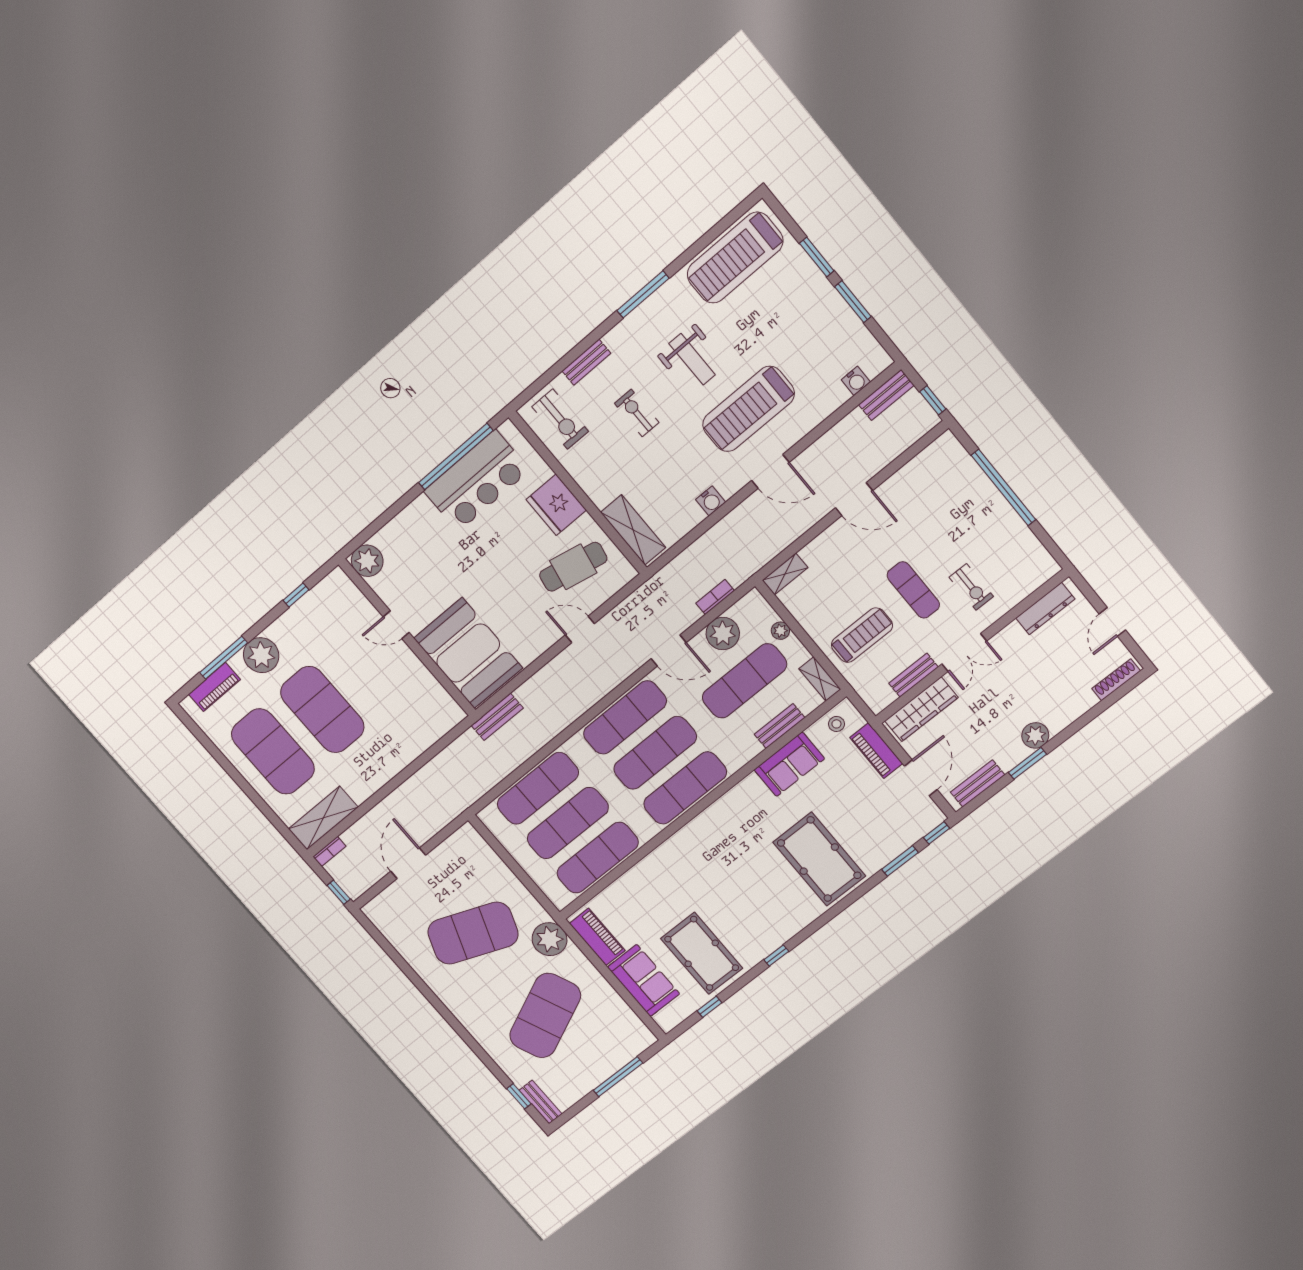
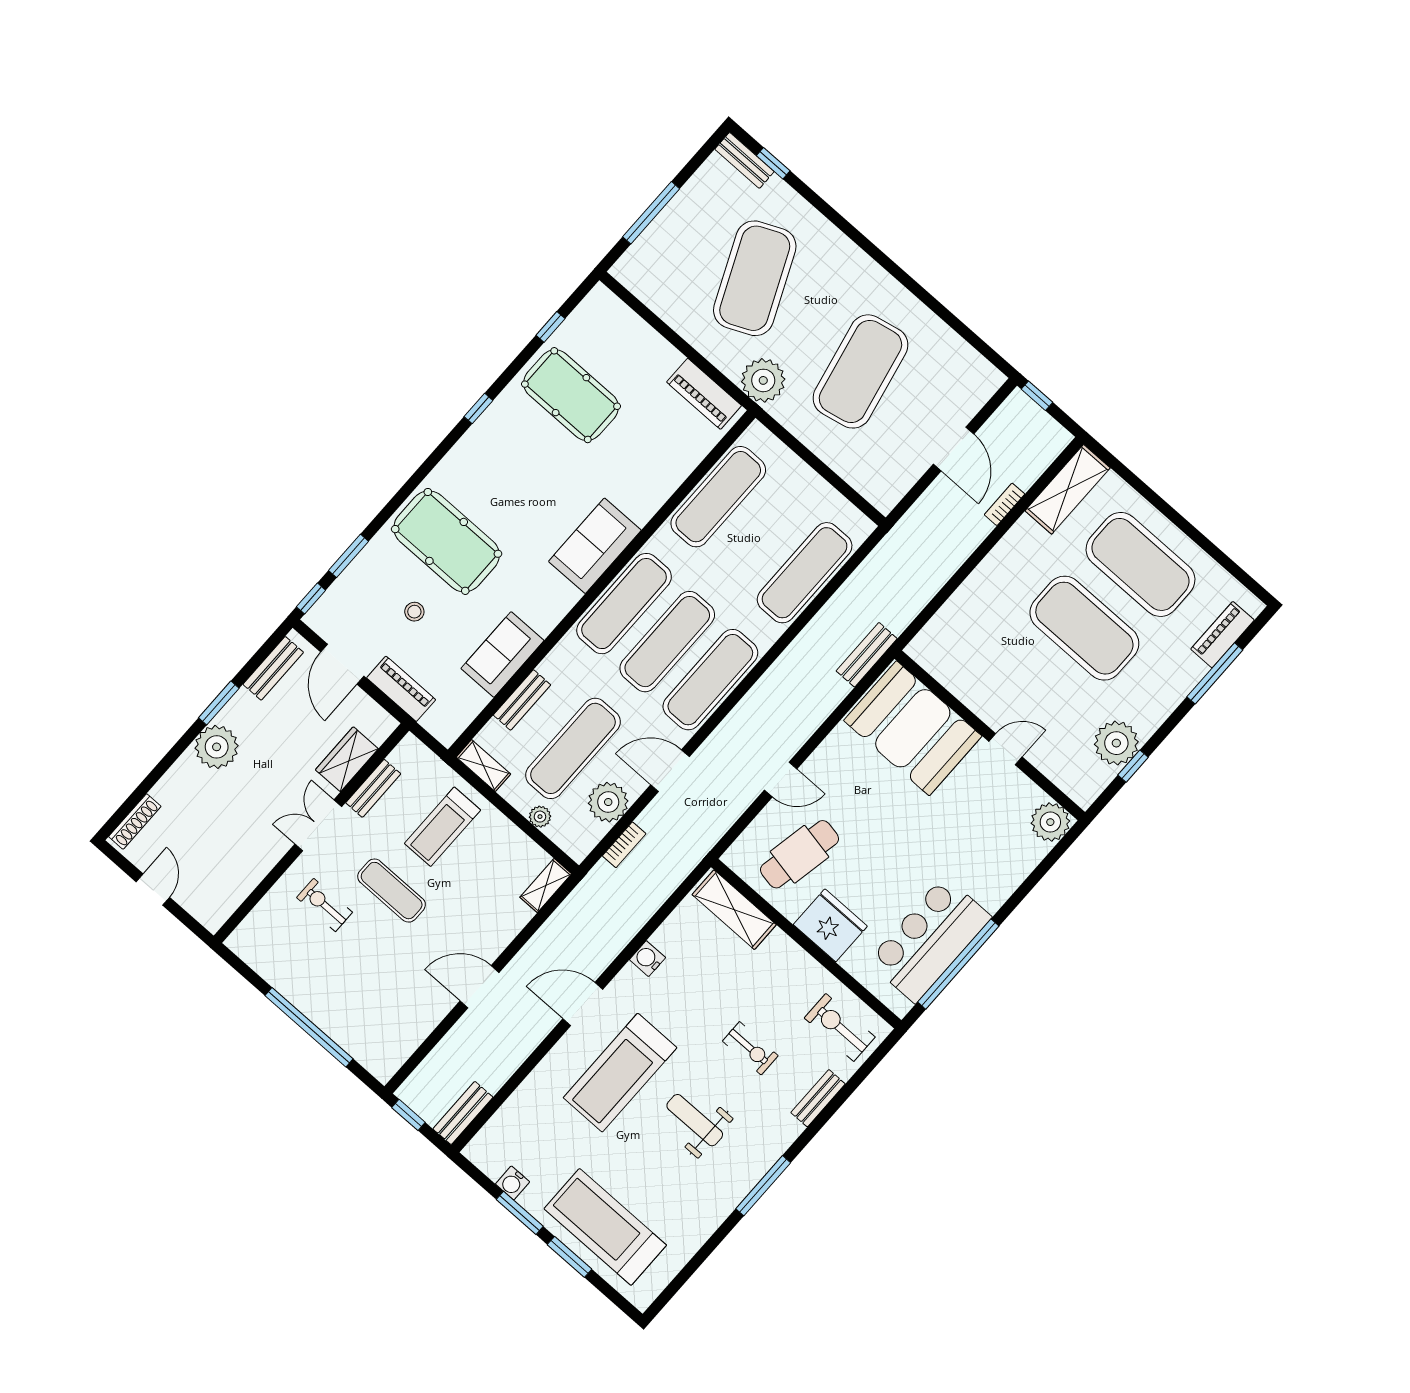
treadmill: (735, 258) -> (605, 1227), moved, turned -90
water cooler: (856, 381) -> (513, 1183), moved, turned -90
treadmill: (748, 409) -> (620, 1073), turned 180
dresser: (1045, 609) -> (234, 893), removed
plant: (261, 655) -> (1116, 743), moved
wardrobe: (921, 709) -> (347, 759), width x0.67
stool: (836, 724) -> (414, 612), moved
plant: (1035, 735) -> (217, 747), width x1.36, depth x1.36
exercise mat: (568, 823) -> (761, 535), removed
bookcase: (329, 851) -> (1005, 504), moved
exercise mat: (473, 933) -> (860, 371), turned -33
sofa: (644, 980) -> (595, 546), moved, turned 90

